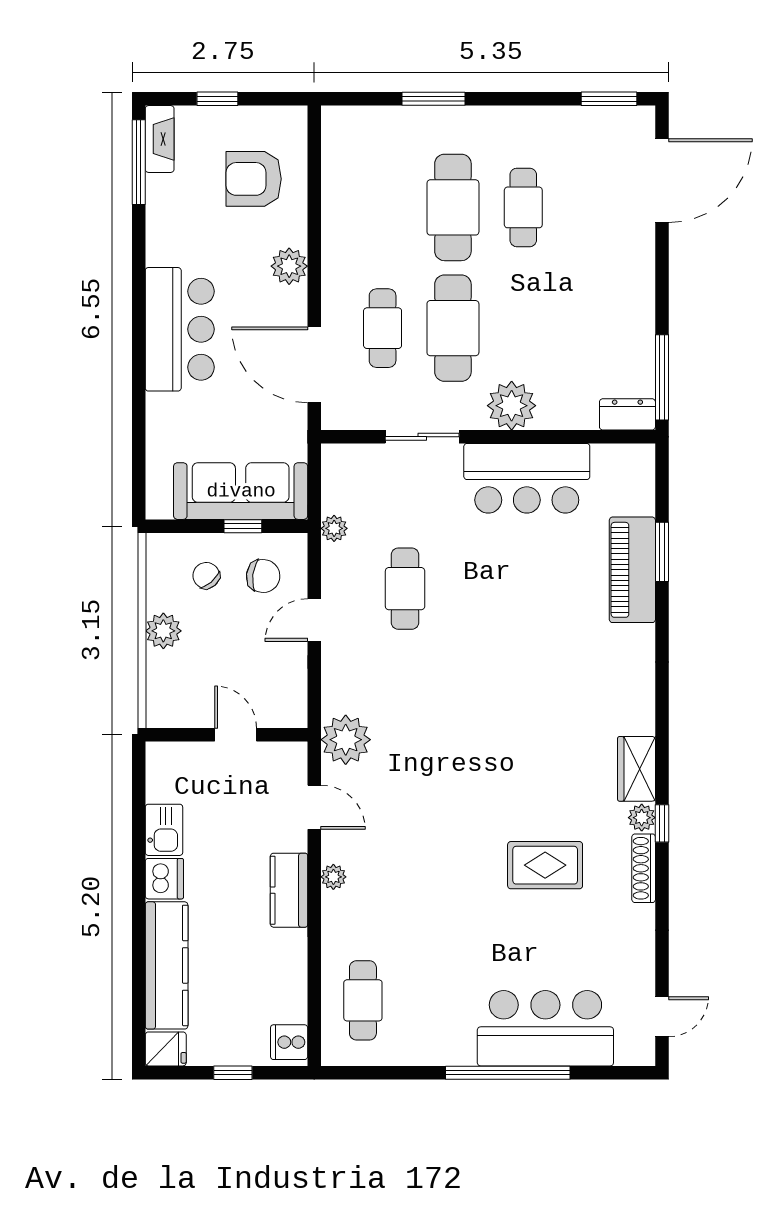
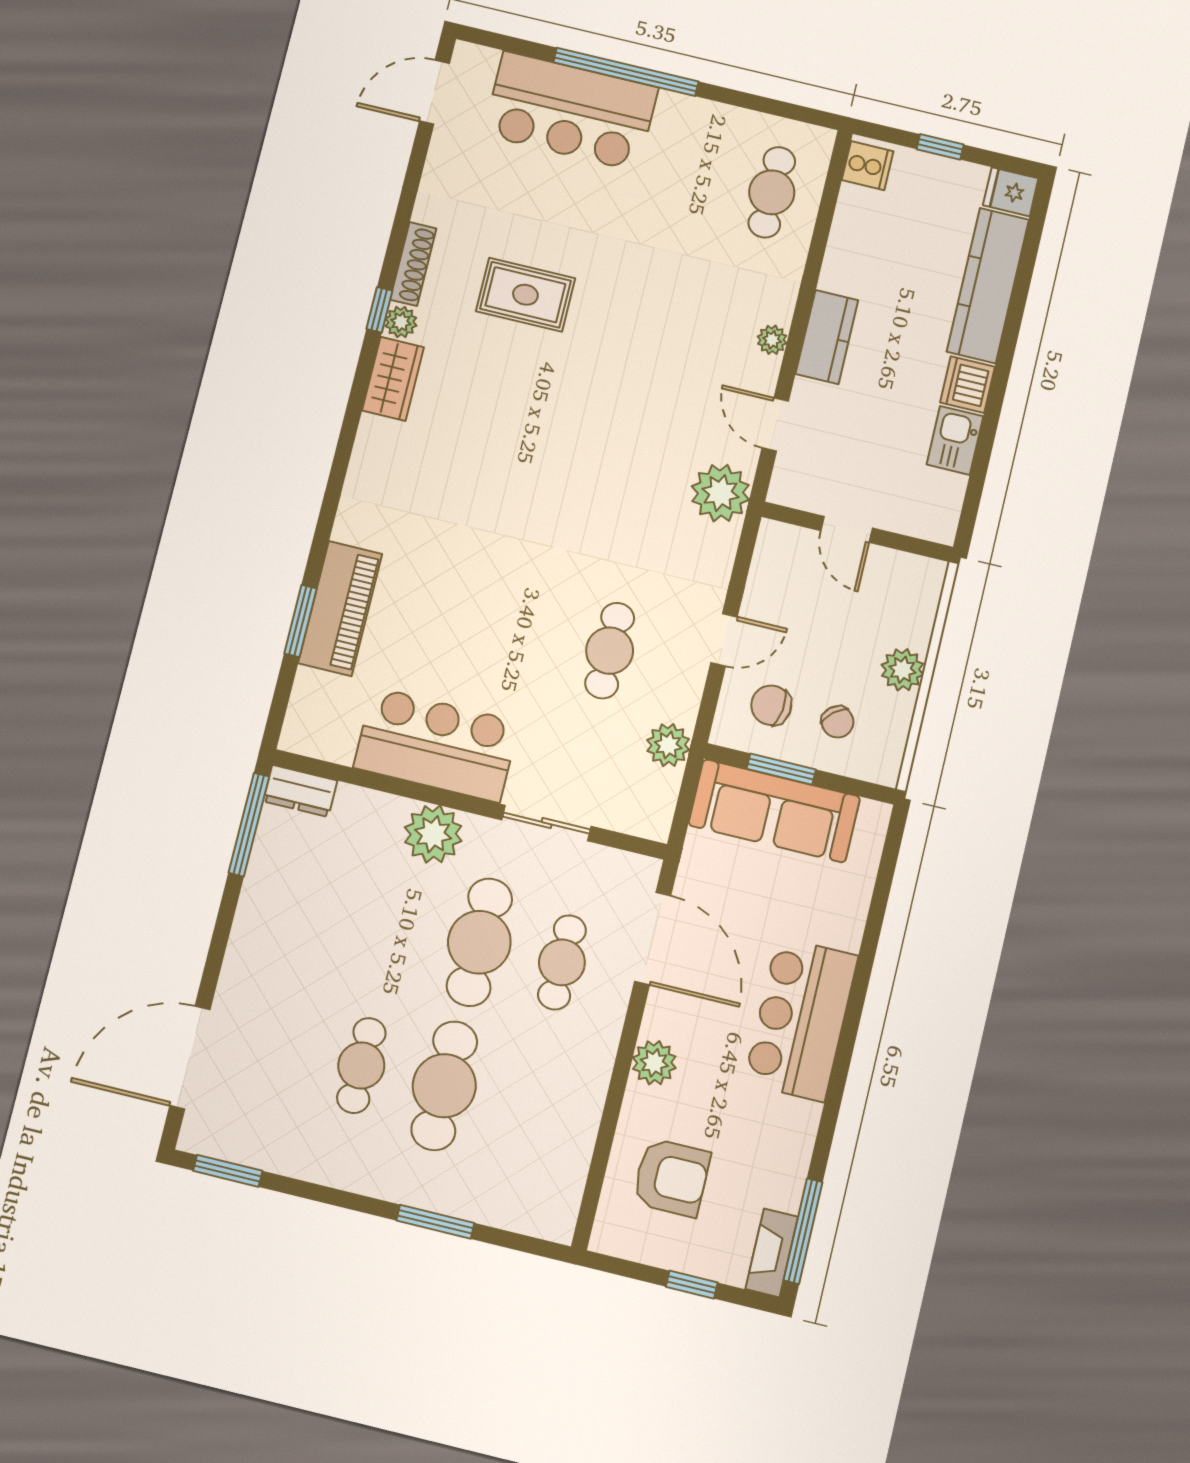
window: (243, 526) -> (781, 769), width x1.50
plant: (334, 528) -> (668, 745), width x1.38, depth x1.38
door: (662, 1017) -> (434, 92), width x1.38

